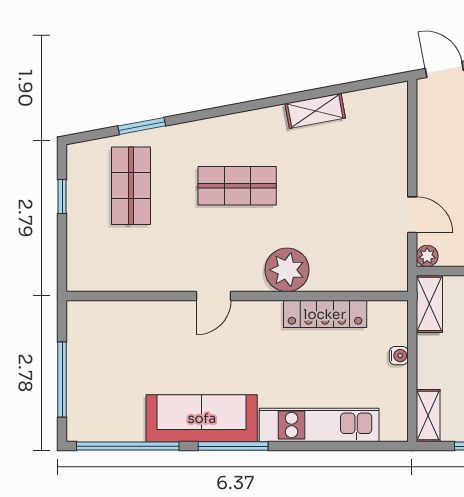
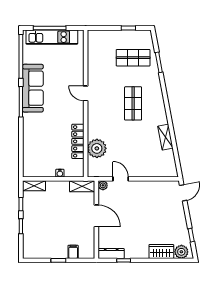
door: (412, 215) -> (121, 179), swing flipped
plant: (287, 270) -> (97, 148), moved
kitchen unit: (319, 425) -> (52, 37), moved, turned 90

